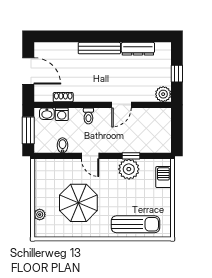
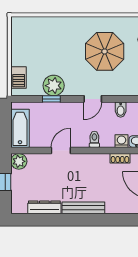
bathtub: (162, 127) -> (20, 128), added
door: (90, 156) -> (93, 99), swing flipped
sun lounger: (136, 224) -> (47, 30), removed

